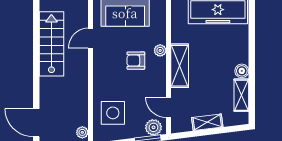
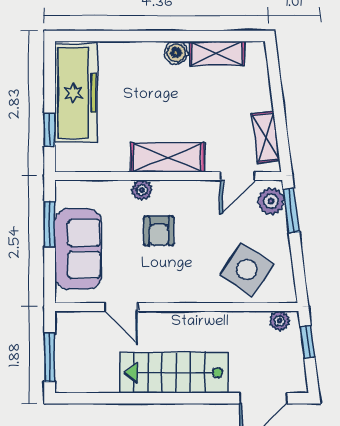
stairs: (51, 44) -> (174, 373), moved
side table: (113, 113) -> (247, 270), turned 34
shelving: (207, 122) -> (266, 137), moved

